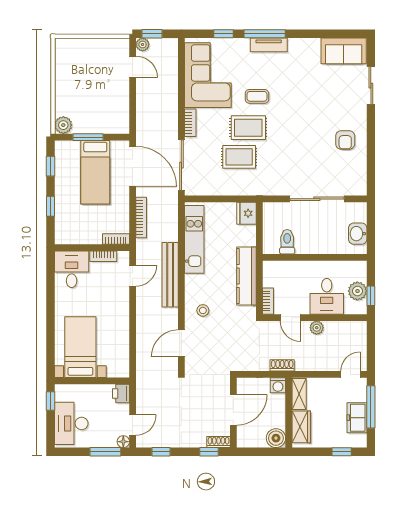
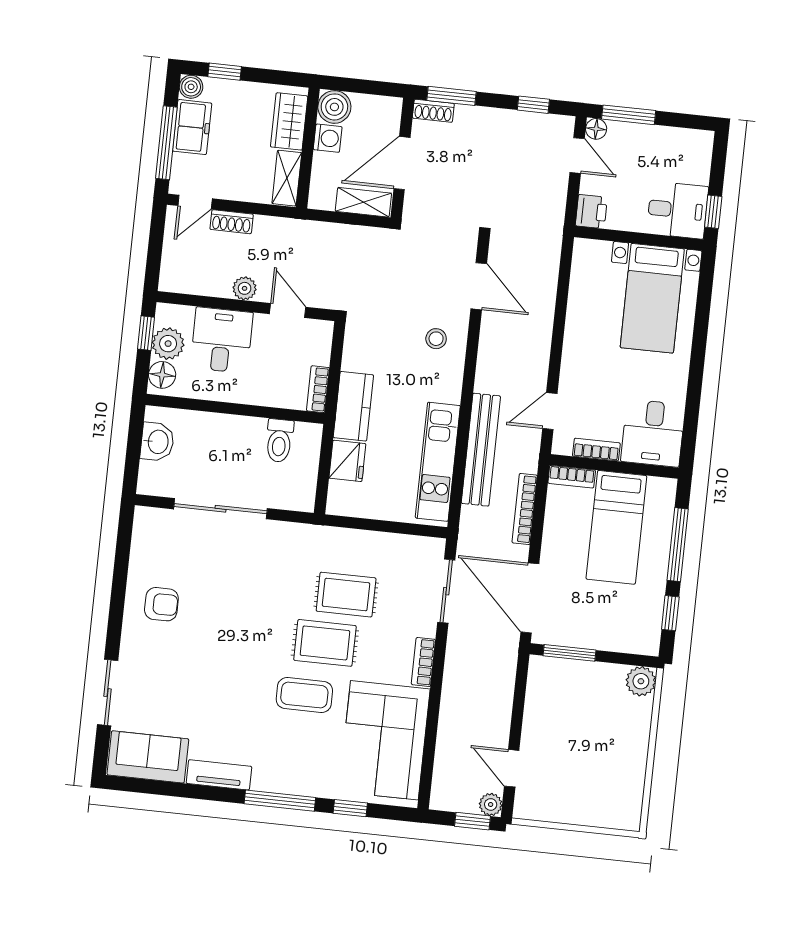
tv unit: (269, 45) -> (219, 775), moved
coffee table: (257, 96) -> (304, 695), width x1.36, depth x1.30
window: (88, 137) -> (569, 653), moved
armchair: (345, 140) -> (161, 604), turned 90
sliding door: (181, 165) -> (446, 591), width x0.73
bed: (95, 172) -> (616, 527), moved, turned 180
window: (50, 206) -> (678, 545), width x2.17
fridge: (247, 213) -> (347, 461), moved
floor lamp: (359, 273) -> (162, 375), added
bench: (170, 275) -> (481, 450), moved
kitchen counter: (246, 276) -> (353, 406), width x0.67
bookcase: (268, 301) -> (318, 389), moved
door: (181, 343) -> (479, 286), hinge flipped
shoe rack: (282, 365) -> (232, 222), moved
shelving: (253, 385) -> (363, 202), added
washing machine: (278, 385) -> (328, 138), moved, turned 90
desk: (71, 423) -> (677, 210), moved, width x0.73
door: (133, 425) -> (577, 155), swing flipped
boiler: (360, 441) -> (191, 87), added
window: (209, 452) -> (452, 96), width x1.50

